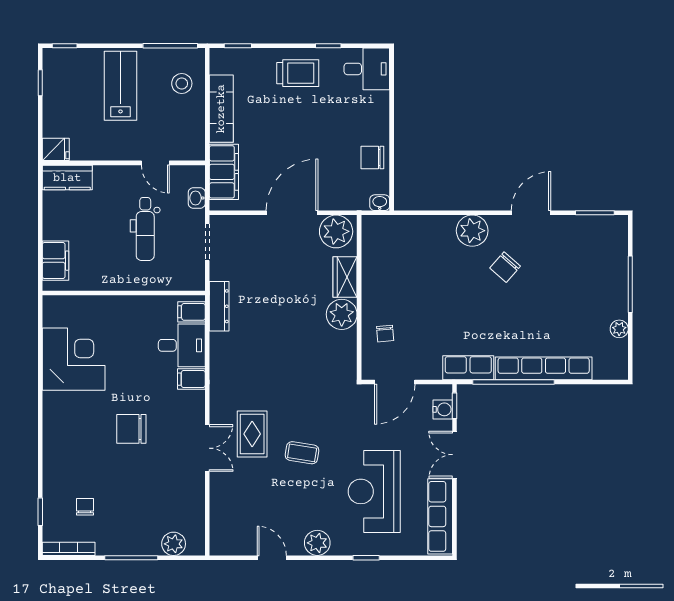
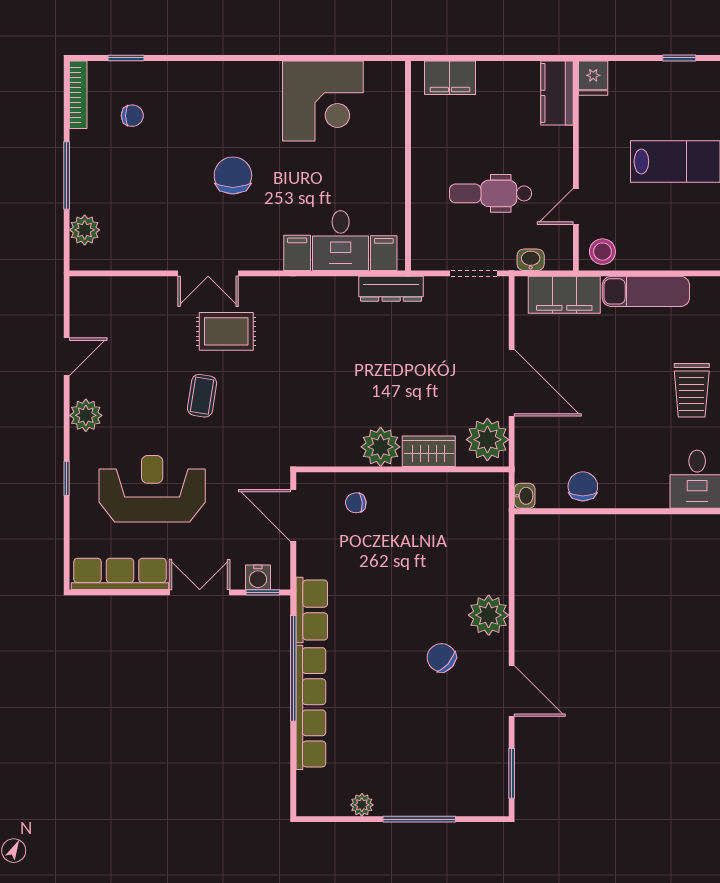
stool: (182, 83) -> (602, 252), moved

